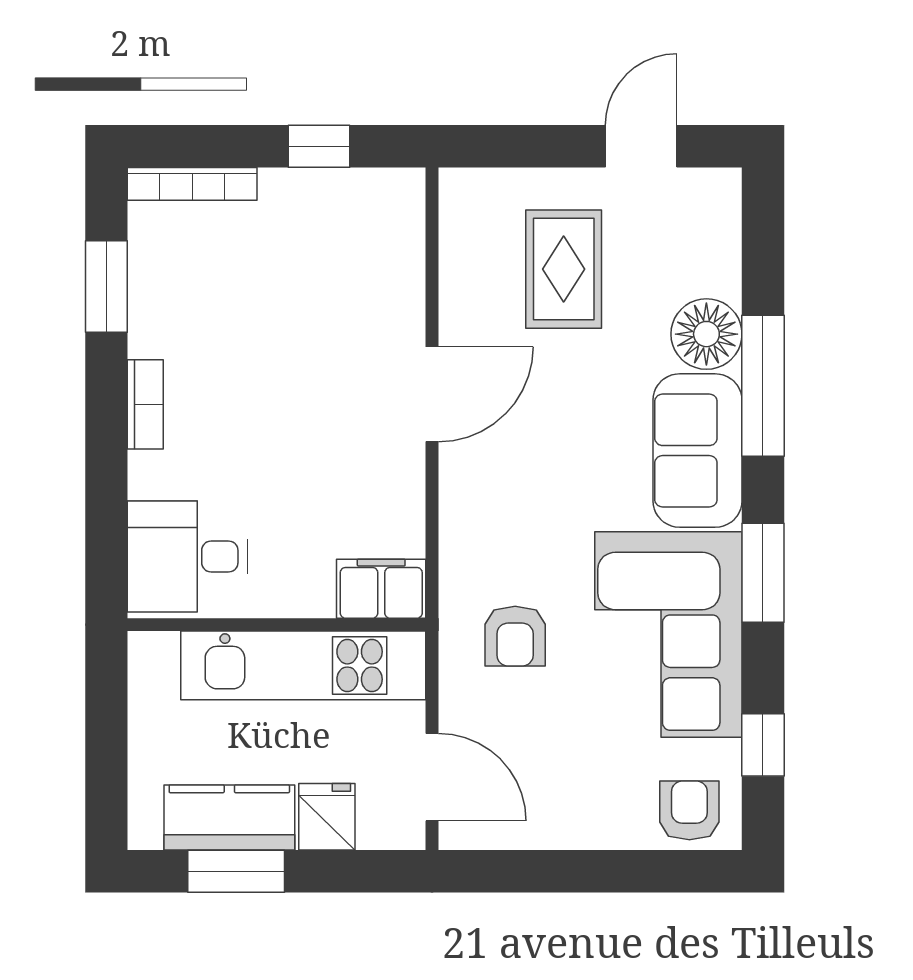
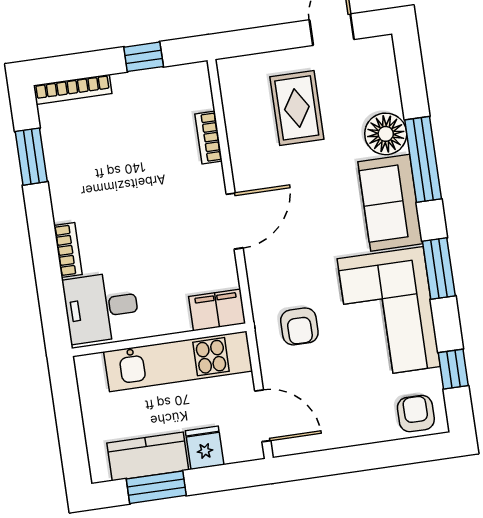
bookcase: (409, 297) -> (209, 137), added
door: (432, 394) -> (235, 221), moved
bookcase: (145, 404) -> (68, 250), moved

